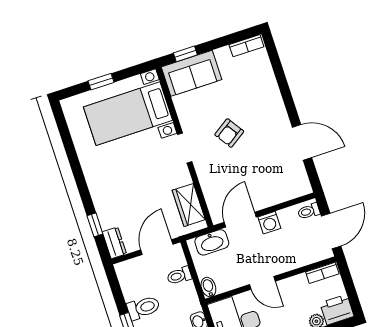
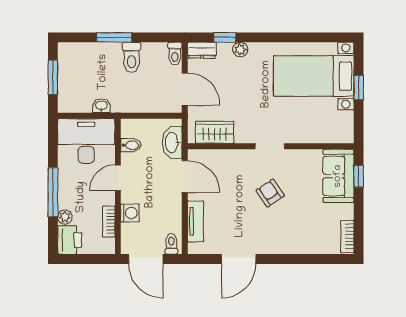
bed with nightstands: (128, 114) -> (314, 76), moved, turned -90
tv unit: (280, 195) -> (195, 221), added
plant: (102, 206) -> (240, 50), added
washing machine: (269, 223) -> (130, 213), moved, turned 180
bookcase: (322, 273) -> (109, 222), moved
toilet: (179, 276) -> (175, 54), moved, turned 180
bidet: (208, 287) -> (131, 145), moved

